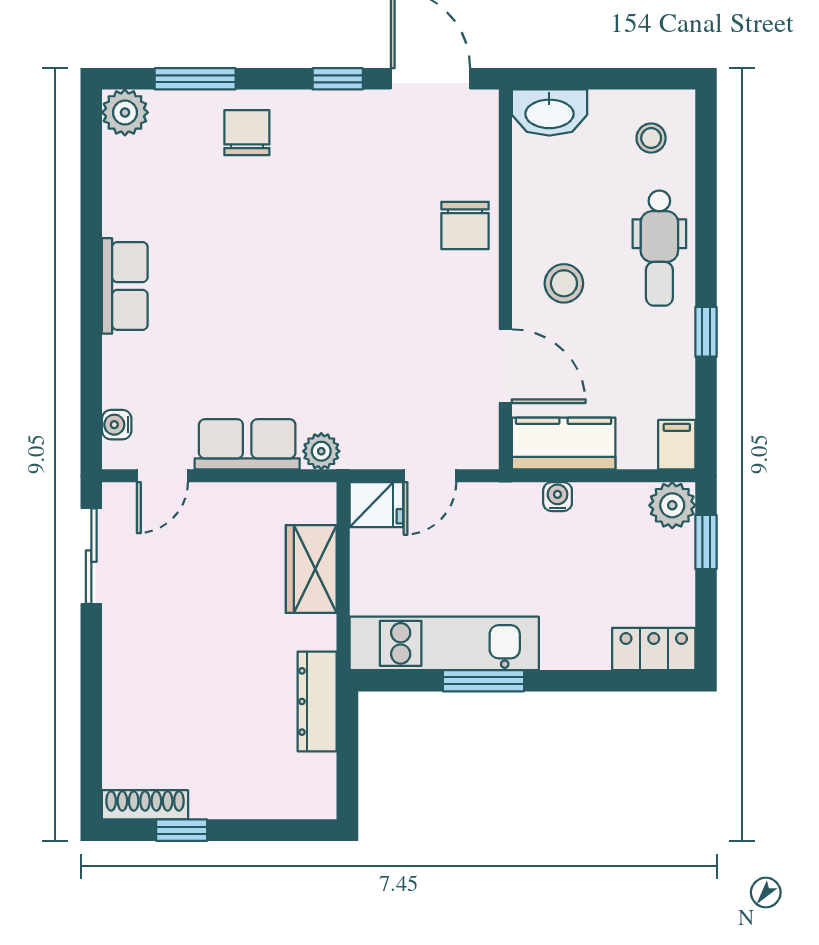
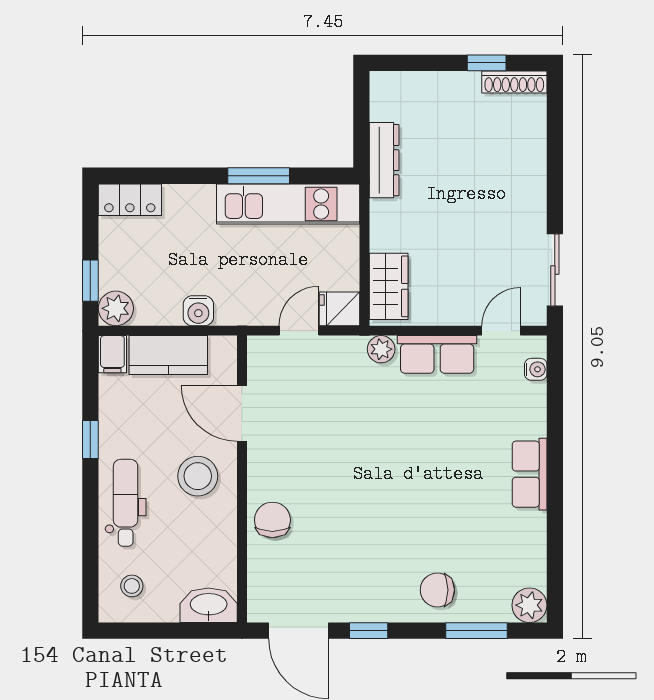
chair: (247, 133) -> (437, 590), turned 90
stool: (564, 283) -> (198, 476), width x1.38, depth x1.38
kitchen counter: (564, 444) -> (168, 355), moved
water cooler: (558, 497) -> (198, 311), width x1.38, depth x1.38
wardrobe: (311, 569) -> (389, 286), moved

